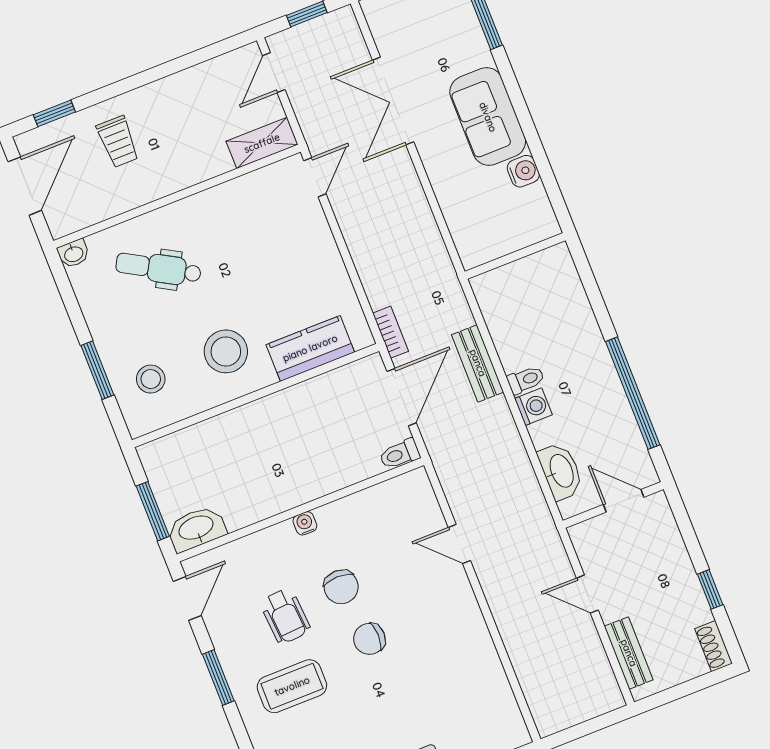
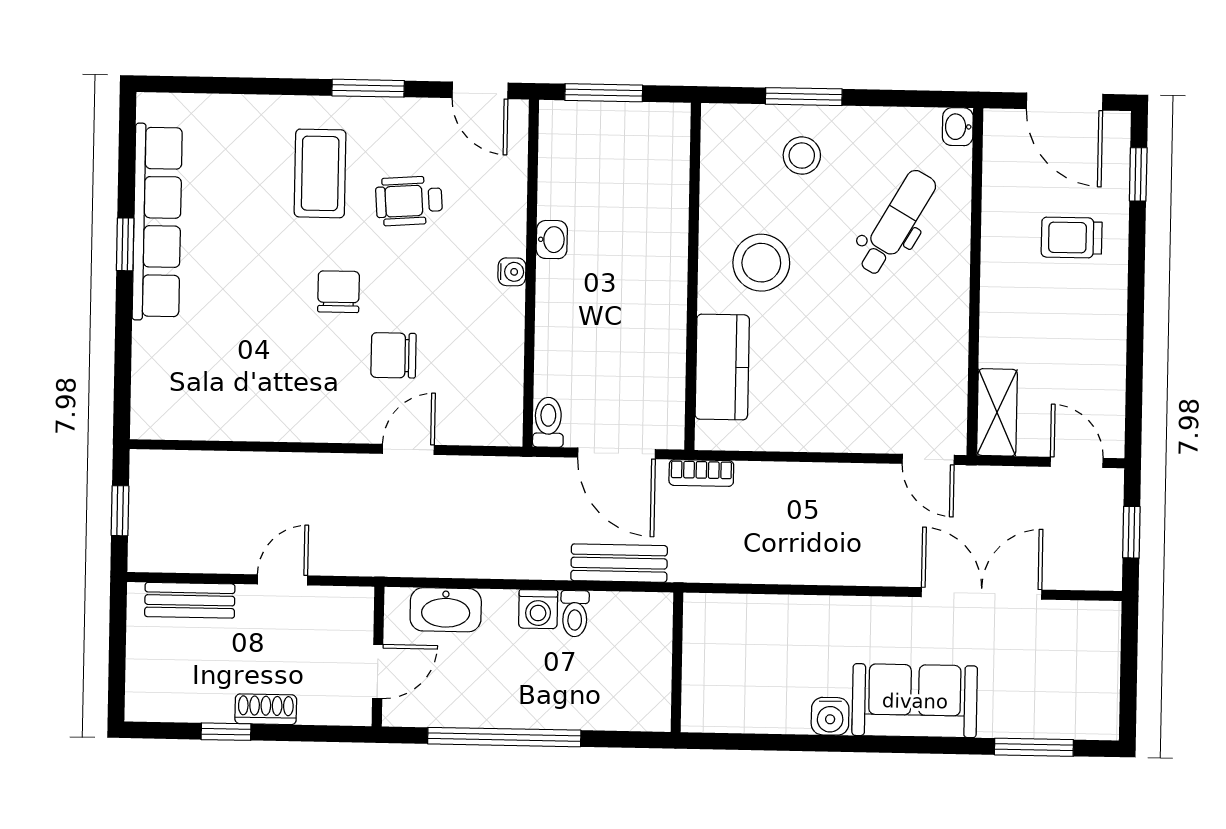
wall: (515, 256) -> (677, 662), moved
stool: (151, 379) -> (802, 156), moved
washbasin: (196, 529) -> (552, 240), moved, width x0.52, depth x0.69
chair: (341, 587) -> (394, 355), moved
shoe rack: (714, 646) -> (266, 709), moved
window: (586, 728) -> (120, 511), added

